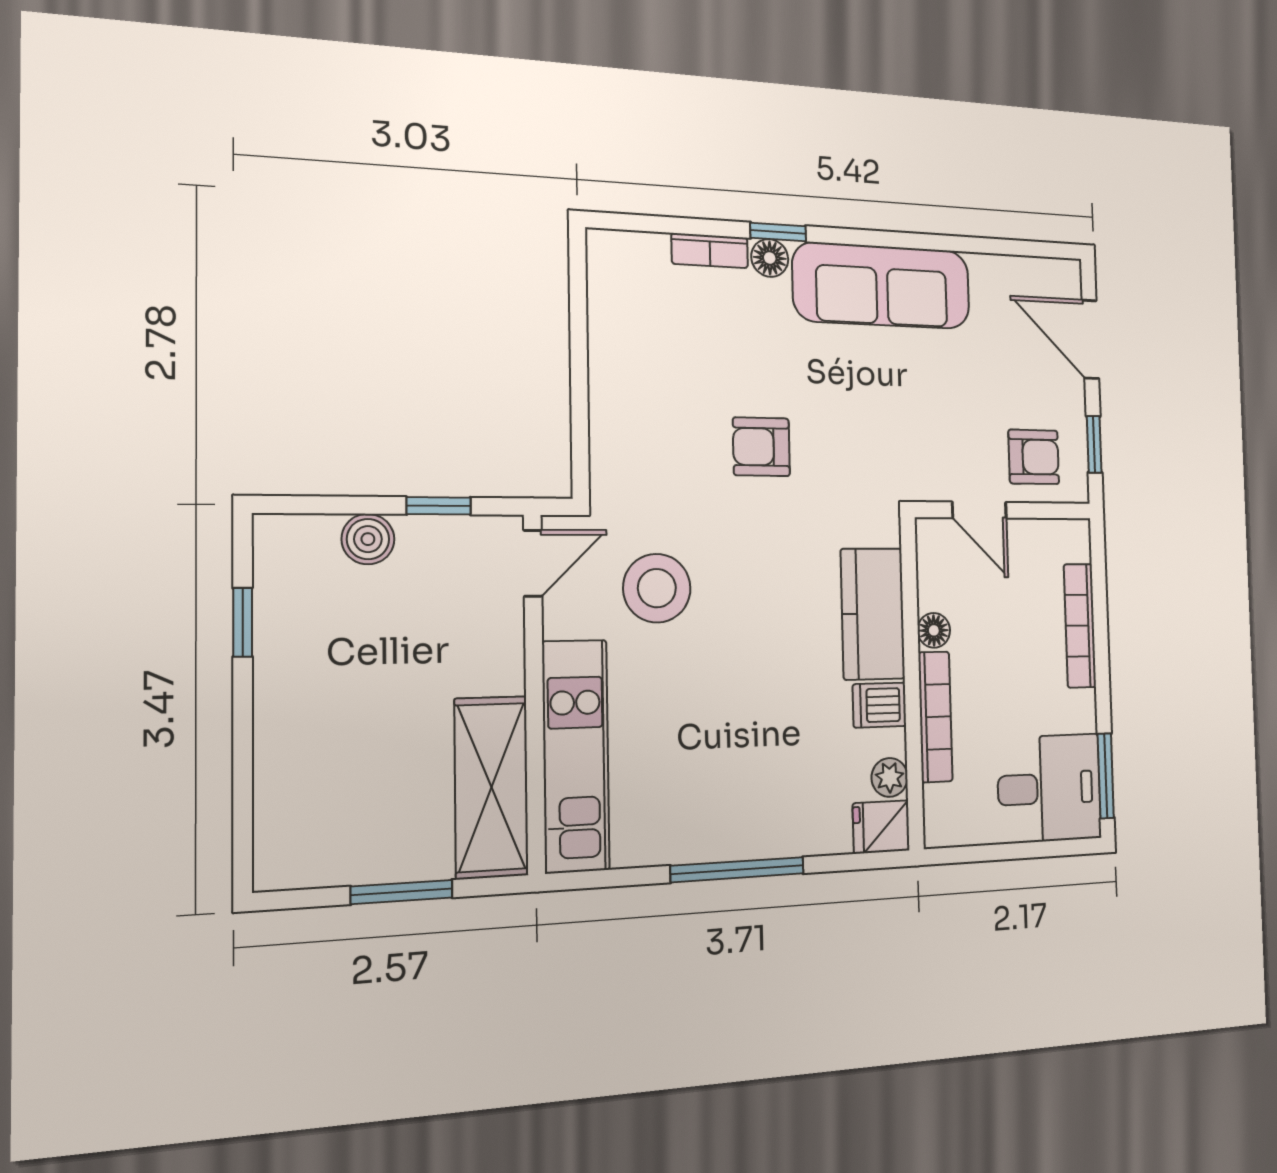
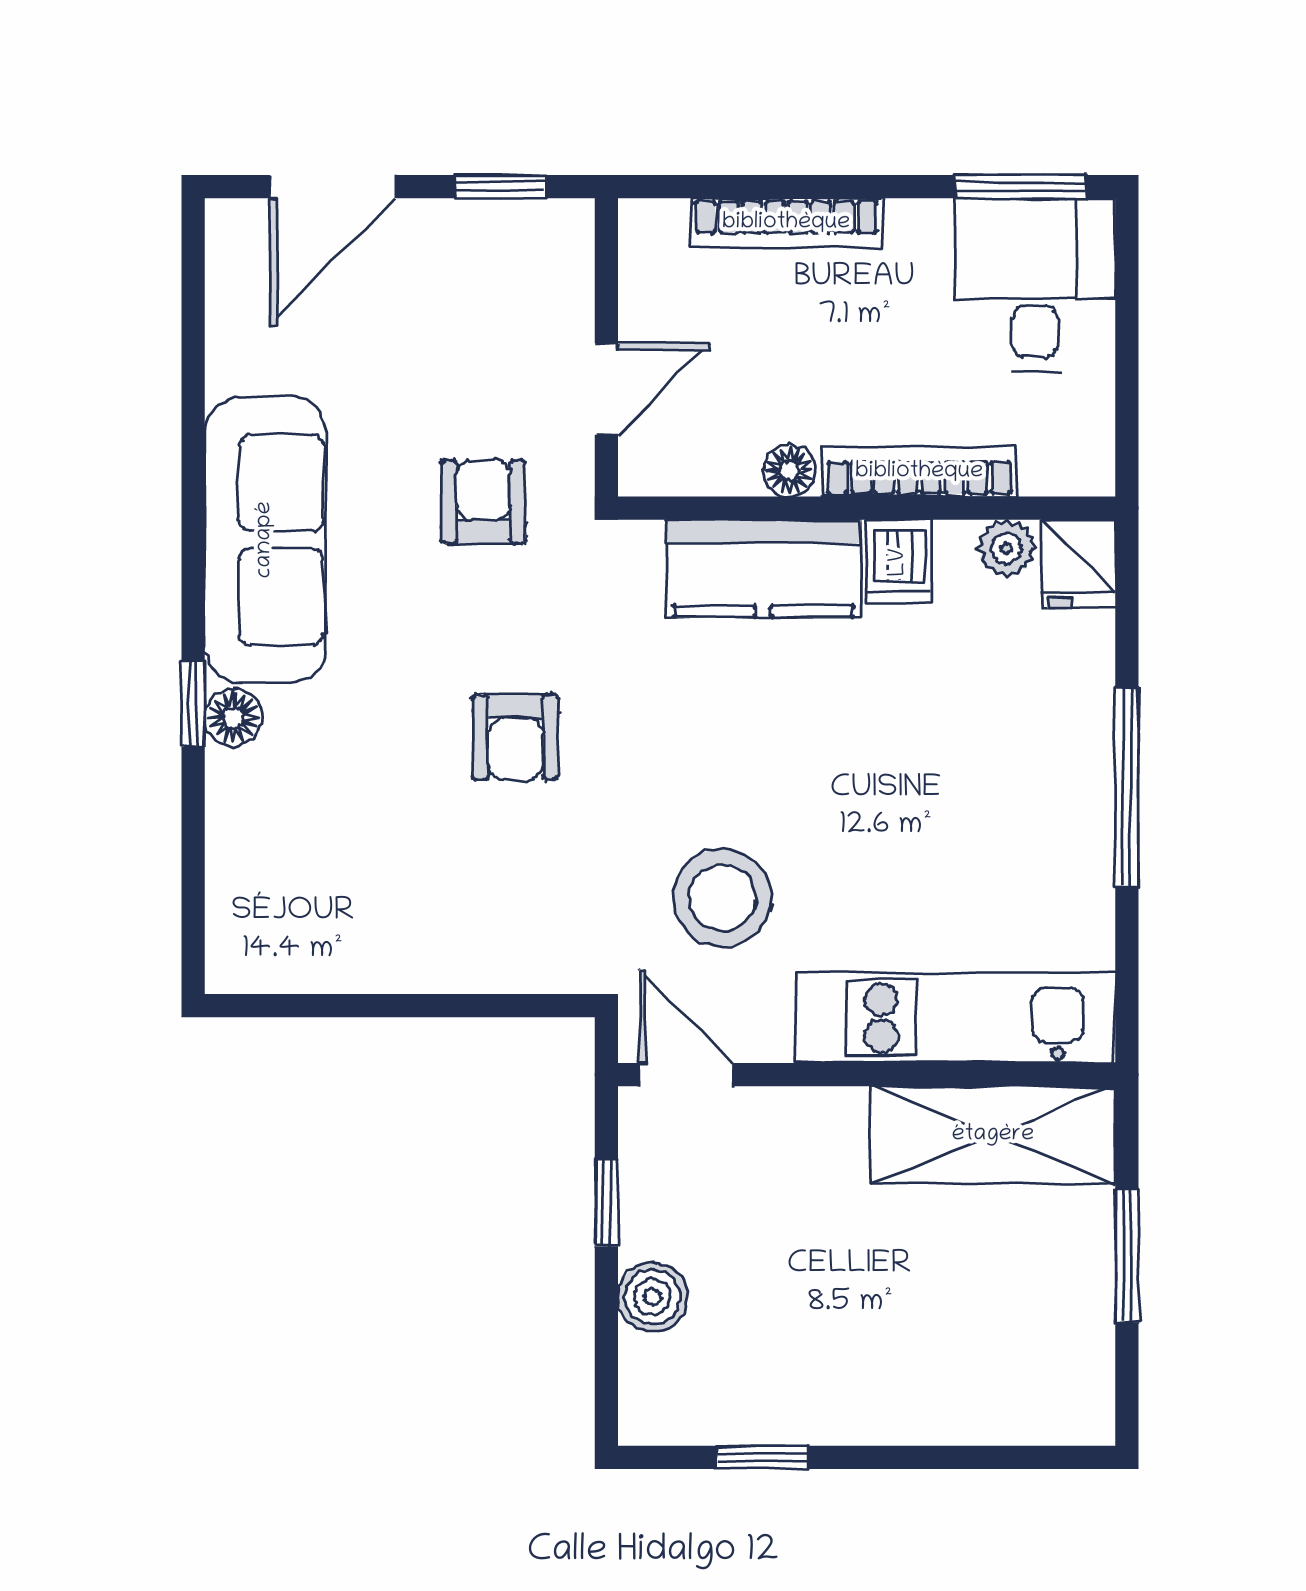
bookcase: (710, 251) -> (228, 810), removed
armchair: (1034, 457) -> (483, 502), moved

